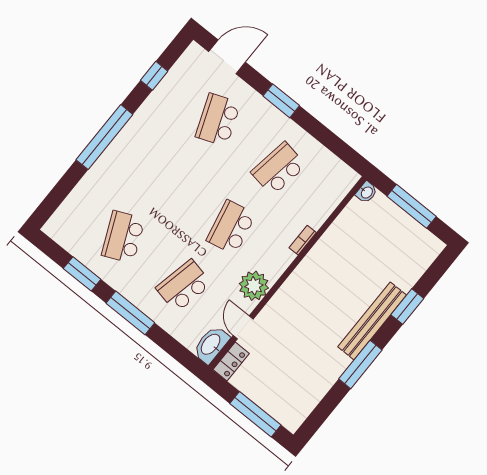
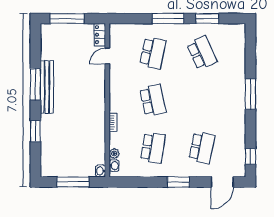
window: (154, 76) -> (250, 156), moved
school desk: (218, 120) -> (202, 148), turned 33
window: (104, 137) -> (250, 94), width x0.68
plant: (254, 286) -> (114, 154), moved, width x0.53, depth x0.53
bench: (372, 321) -> (47, 87), moved
door: (243, 327) -> (107, 56), swing flipped
washbasin: (211, 345) -> (114, 166), moved, width x0.52, depth x0.69

